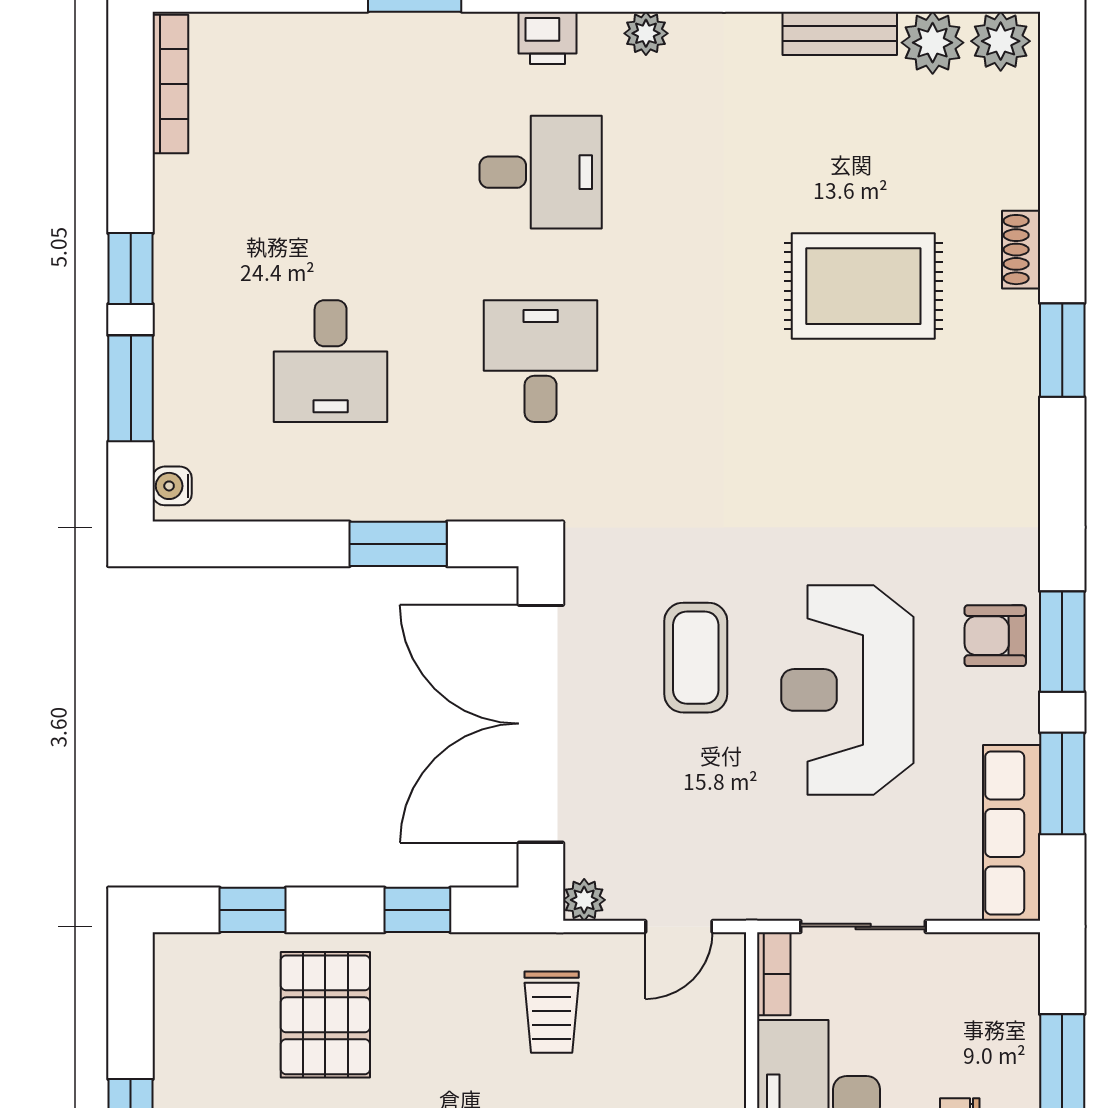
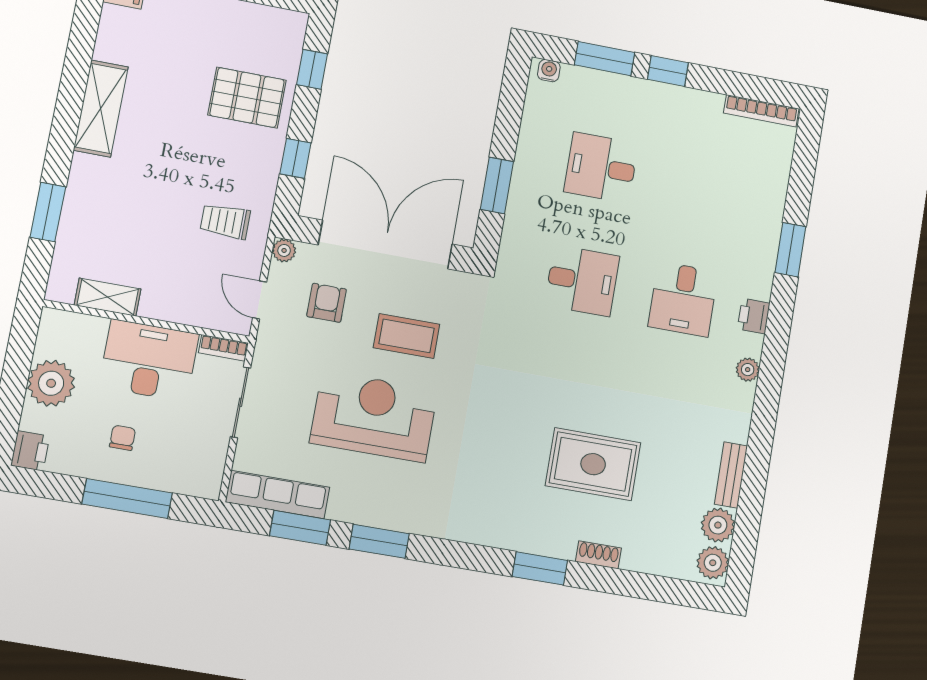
rug: (863, 286) -> (593, 464), turned 90
armchair: (995, 636) -> (327, 303), moved

